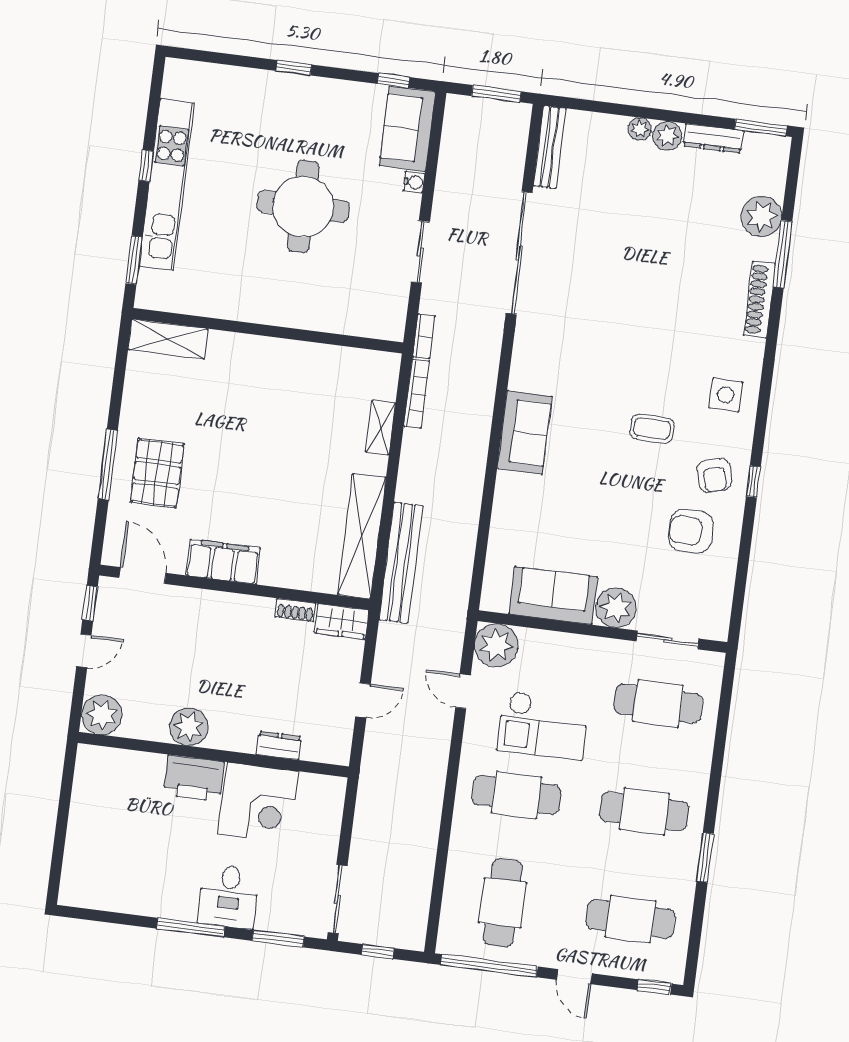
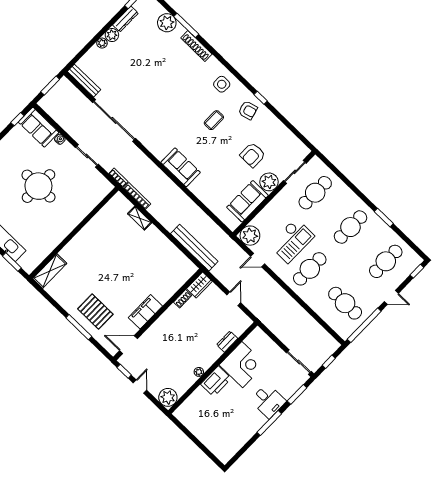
armchair: (691, 531) -> (253, 155), moved
shelving: (362, 536) -> (174, 255), removed
plant: (189, 727) -> (199, 372), width x0.53, depth x0.53

